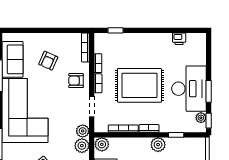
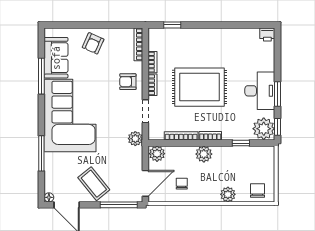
printer: (179, 39) -> (267, 34), moved
armchair: (48, 61) -> (93, 43), moved
desk: (189, 89) -> (260, 91), width x0.73, depth x0.77
plant: (201, 118) -> (264, 129), width x1.87, depth x1.87
plant: (158, 145) -> (204, 154), moved
plant: (82, 146) -> (134, 155), removed

